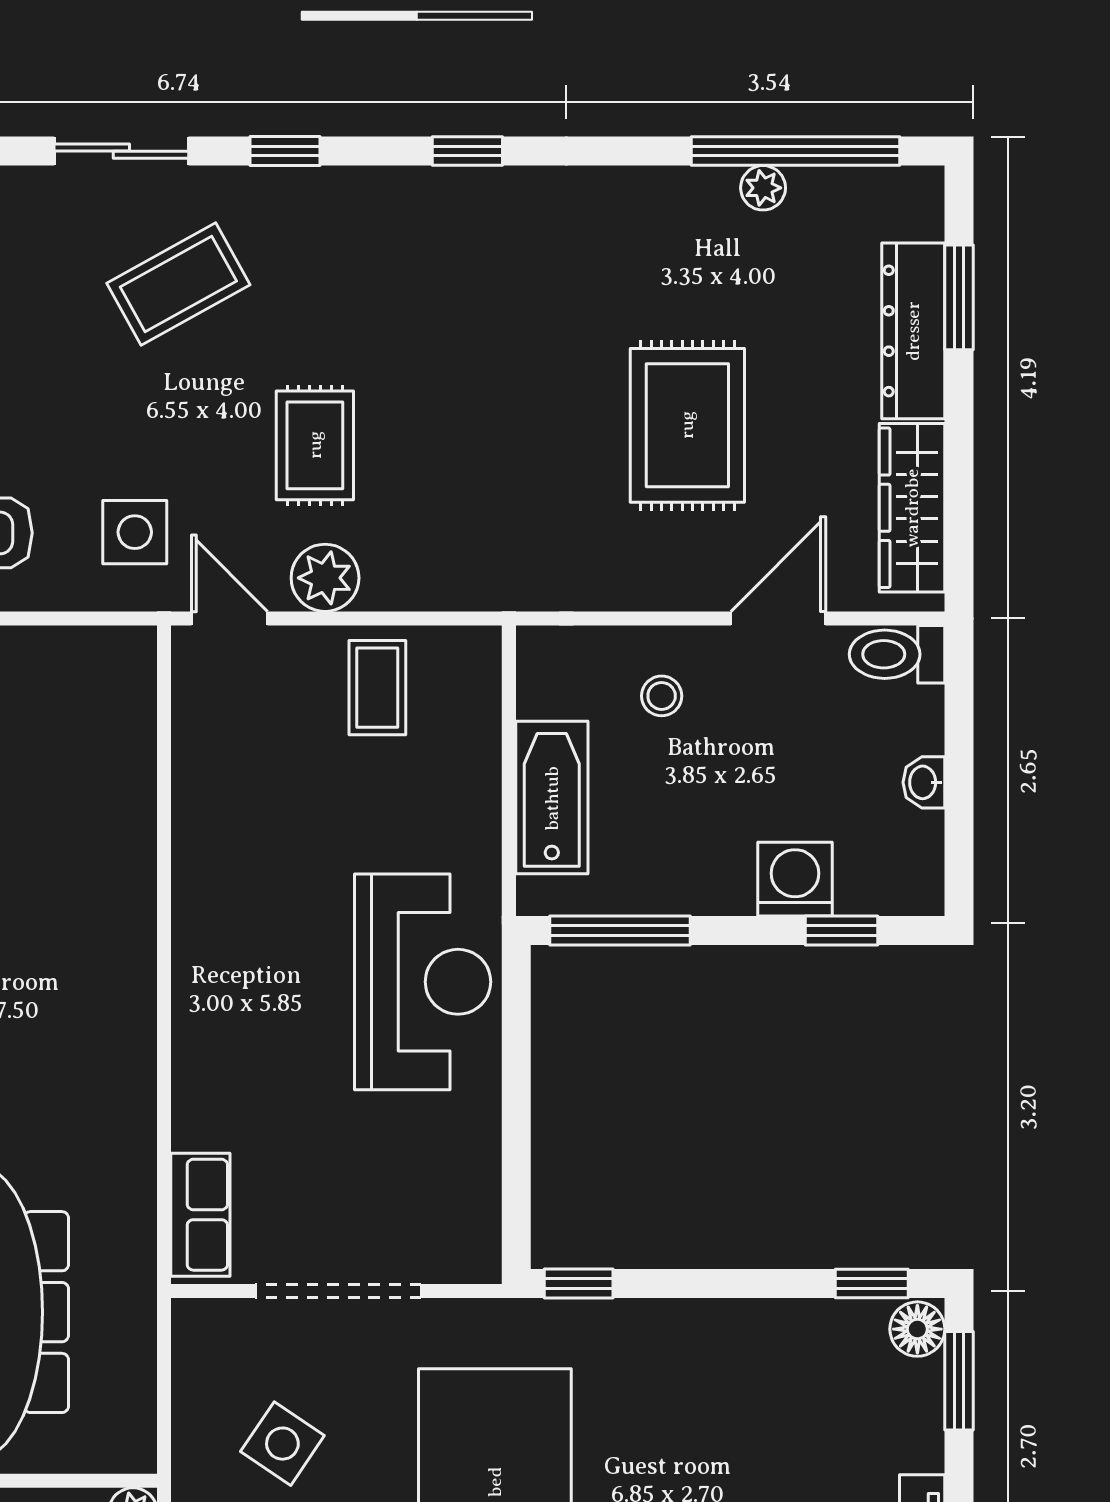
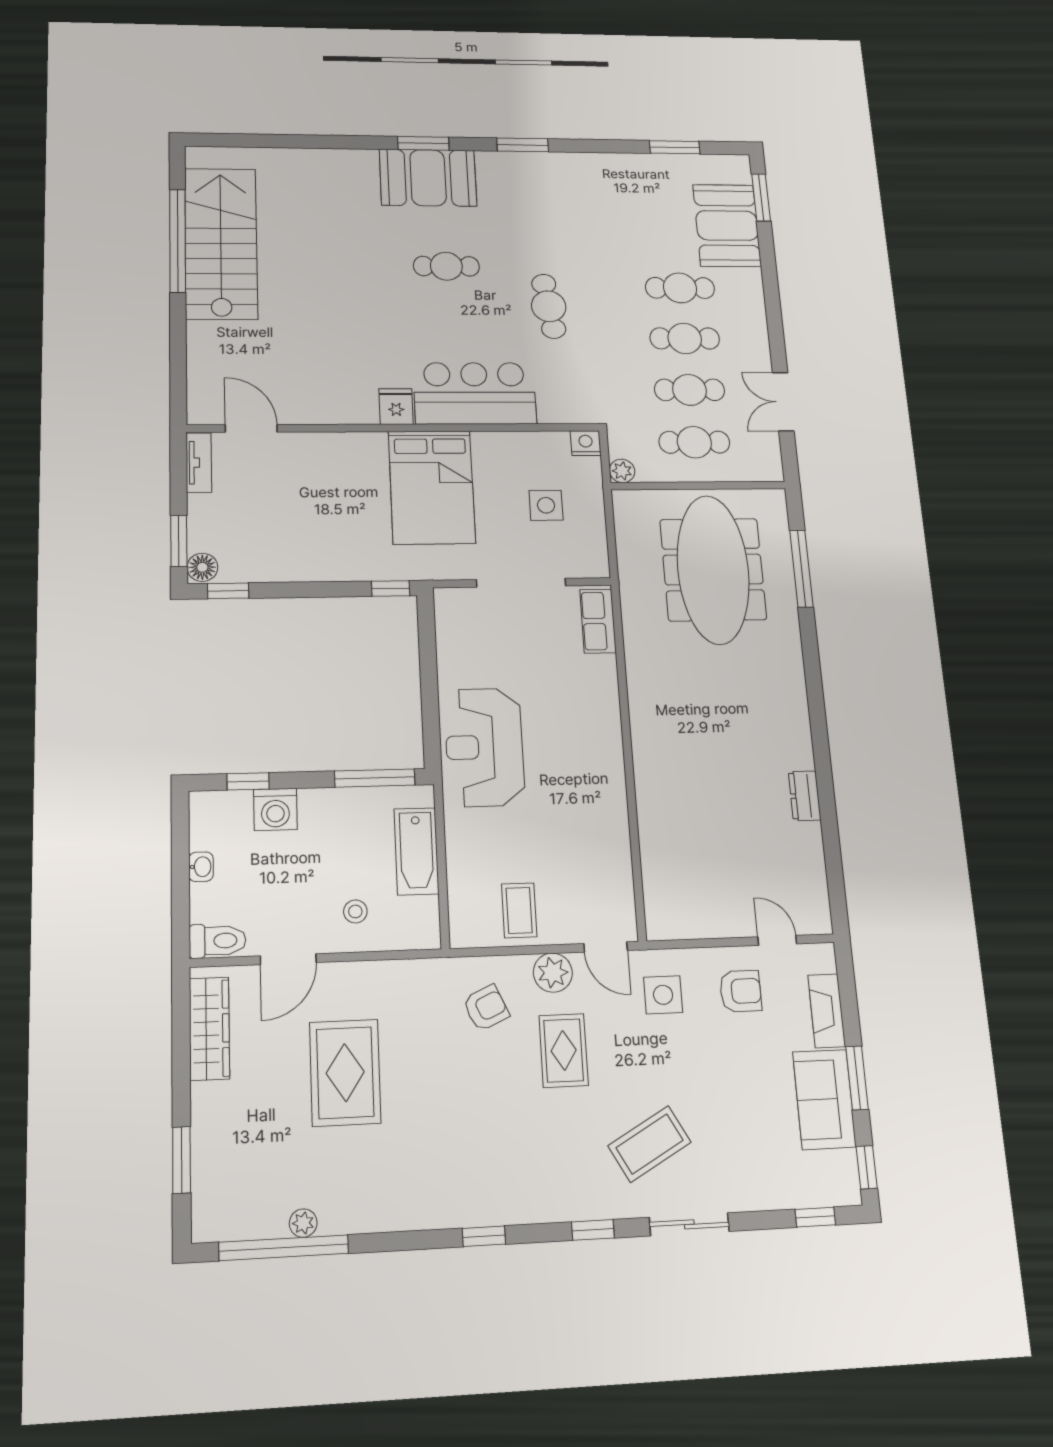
dresser: (913, 331) -> (210, 1137), removed
armchair: (444, 523) -> (486, 1008), added
side table: (282, 1444) -> (546, 505), turned -34

